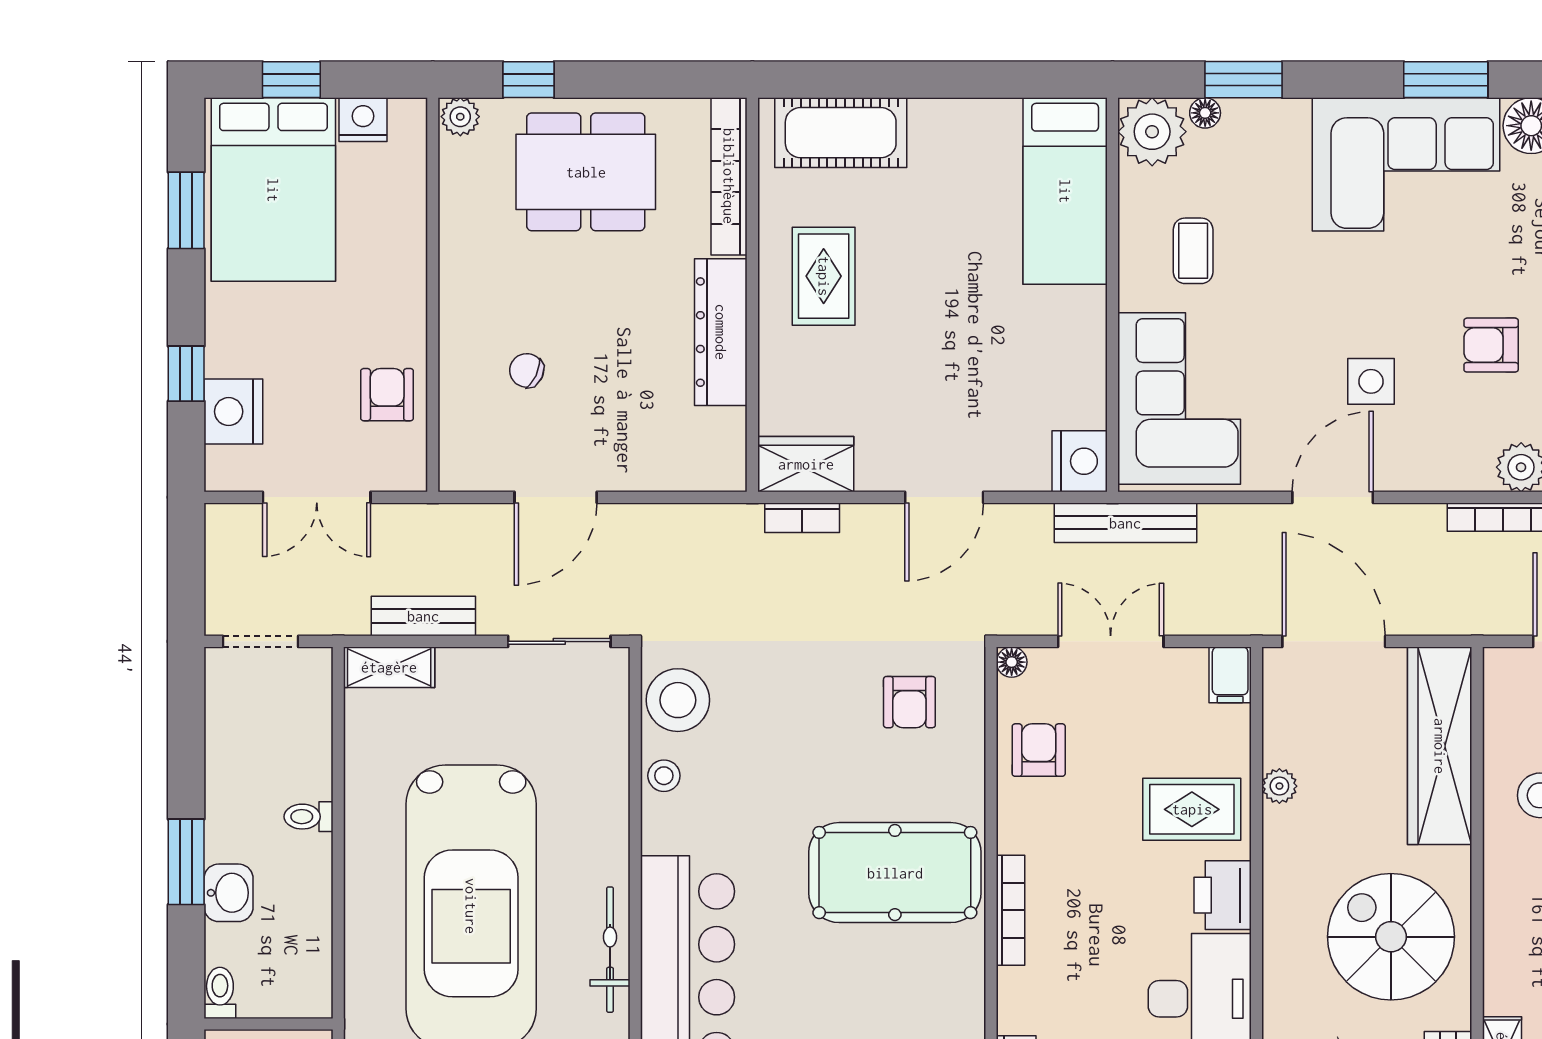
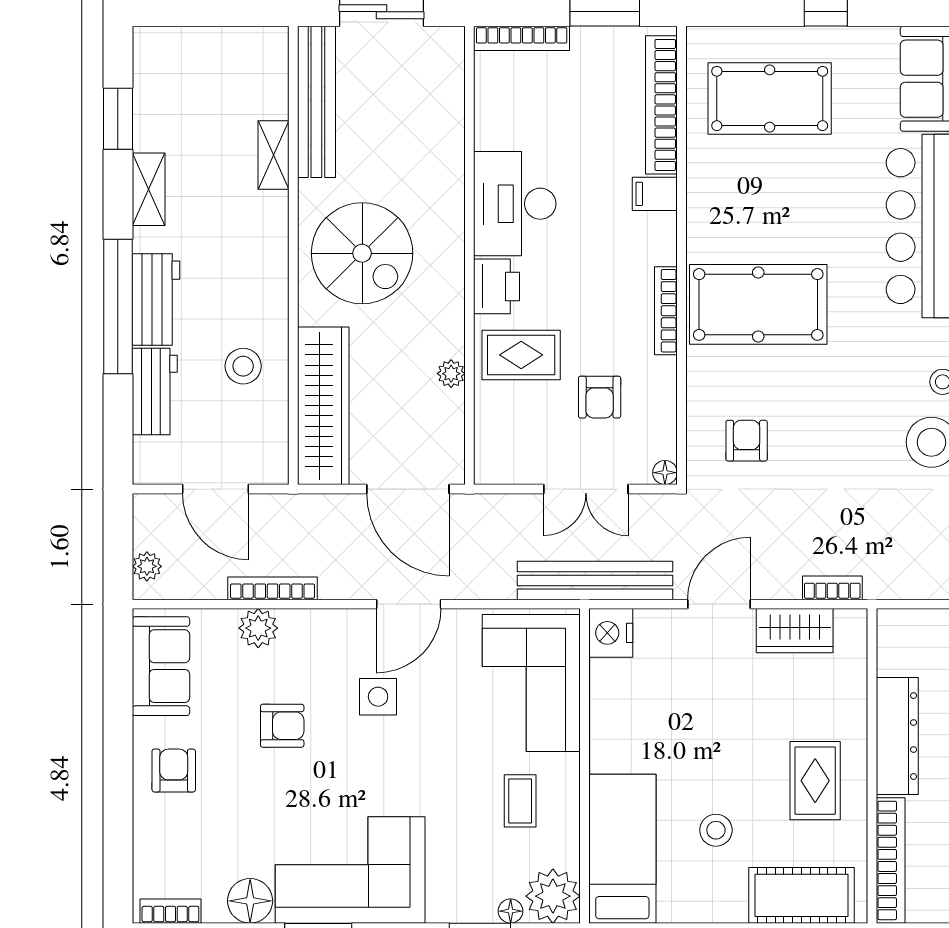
stool: (948, 214) -> (716, 830), added
wardrobe: (806, 464) -> (795, 631), moved
bench: (1125, 523) -> (595, 580), width x1.37, depth x1.21
filing cabinet: (1230, 675) -> (655, 194), moved, turned -90
armchair: (1039, 750) -> (600, 397), moved
bookcase: (1010, 910) -> (666, 311), moved

